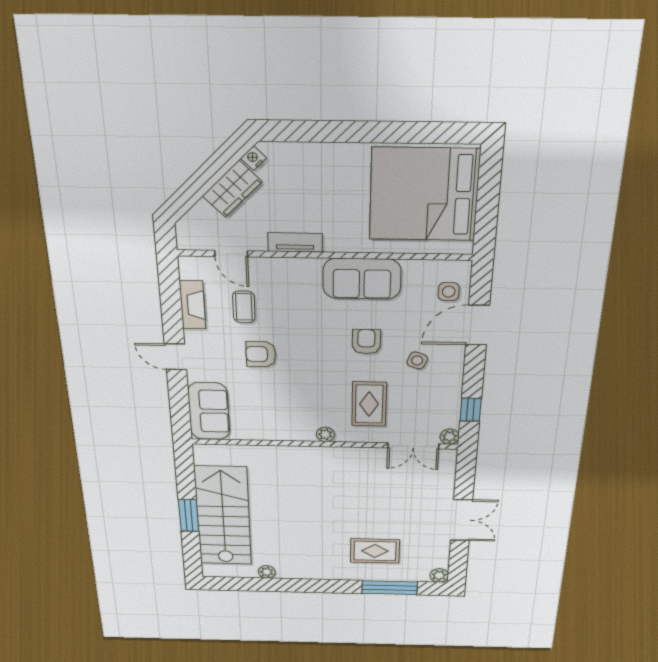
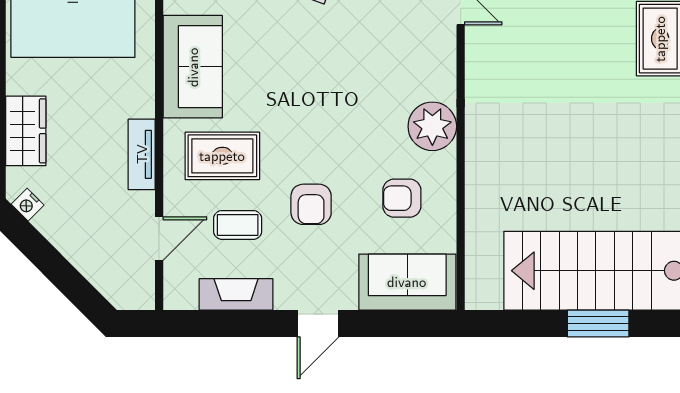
wardrobe: (232, 189) -> (26, 131), moved, turned 45
armchair: (366, 342) -> (402, 198), moved
rug: (369, 404) -> (222, 156), moved
plant: (325, 434) -> (432, 126), width x1.88, depth x1.88

